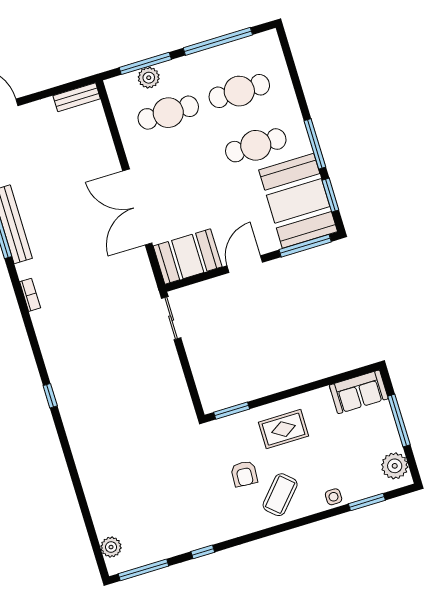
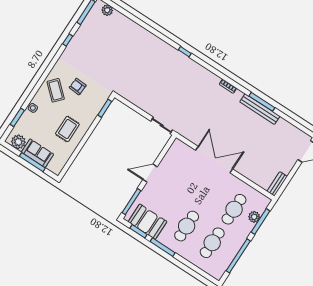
booth: (298, 201) -> (147, 222), width x0.73, depth x0.70
booth: (188, 256) -> (176, 157), removed
door: (245, 264) -> (150, 173), swing flipped
sofa: (359, 392) -> (37, 153), moved, turned 90
rug: (284, 429) -> (67, 129), moved

